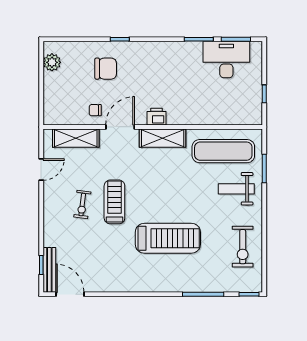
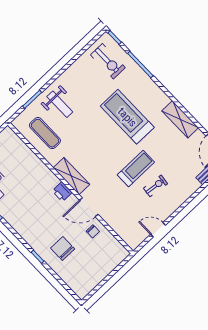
plant: (52, 62) -> (89, 284), removed
shelving: (76, 138) -> (180, 119), moved
exercise mat: (223, 151) -> (45, 133), width x0.73, depth x0.69
treadmill: (114, 202) -> (136, 168), turned 180
exercise bike: (243, 247) -> (108, 61), moved, turned 90

